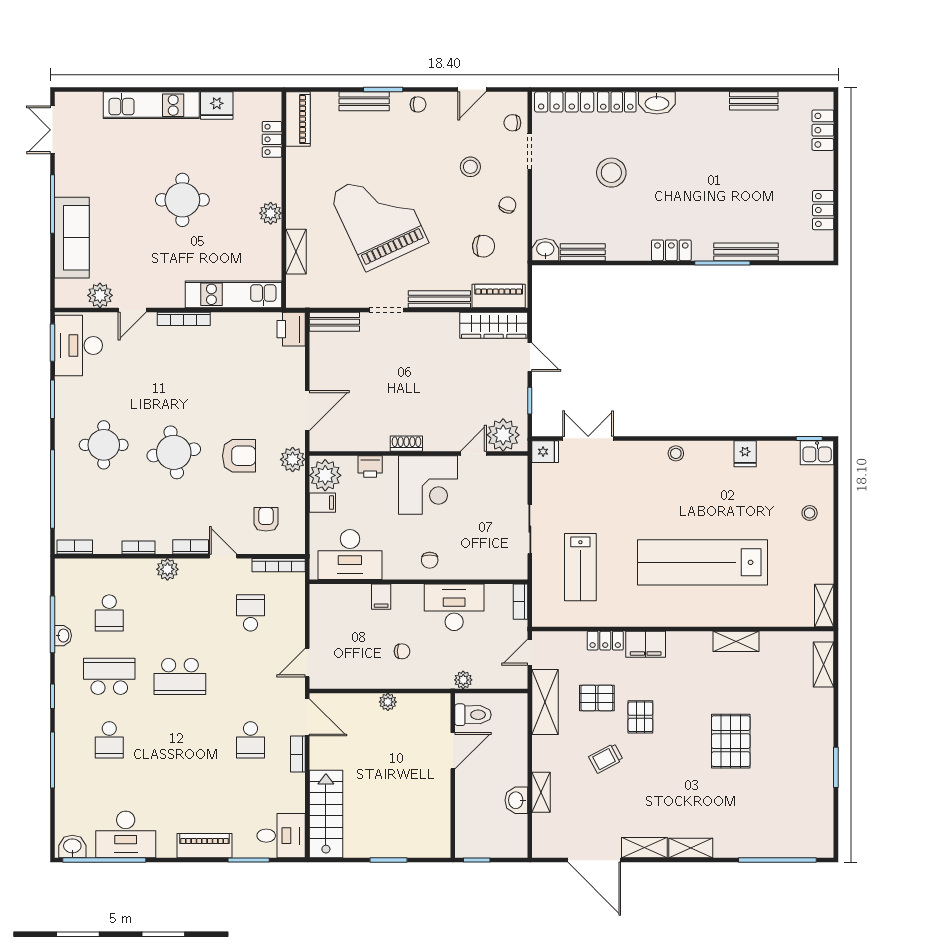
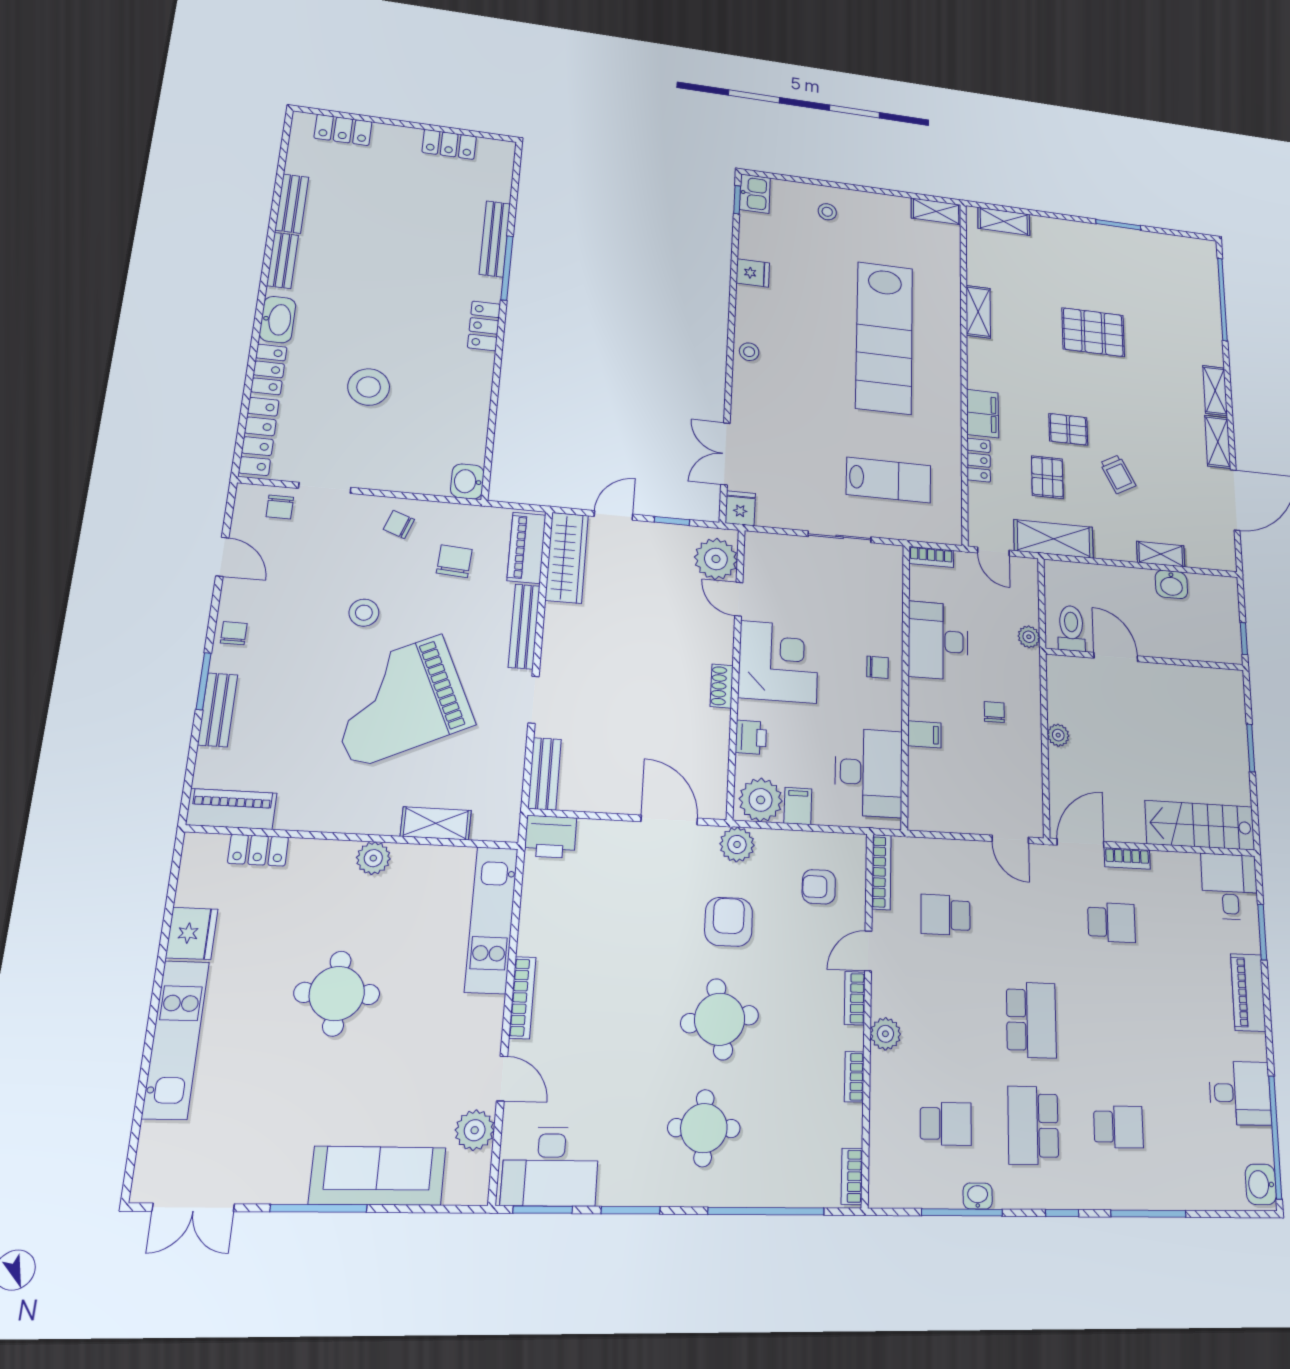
stool: (470, 167) -> (364, 613), moved
bench: (583, 252) -> (282, 260), moved
desk: (126, 834) -> (1240, 1093), width x0.73

